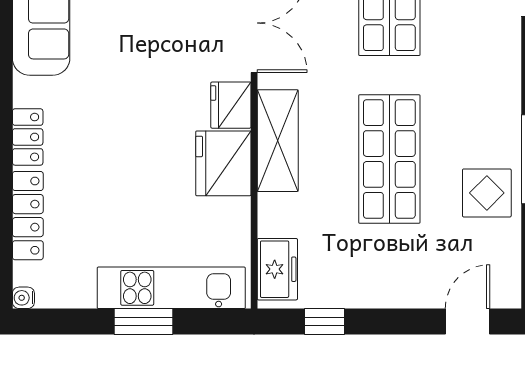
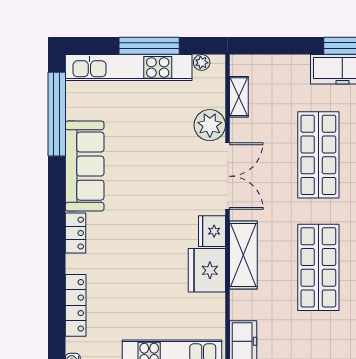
locker: (28, 137) -> (76, 233), moved

